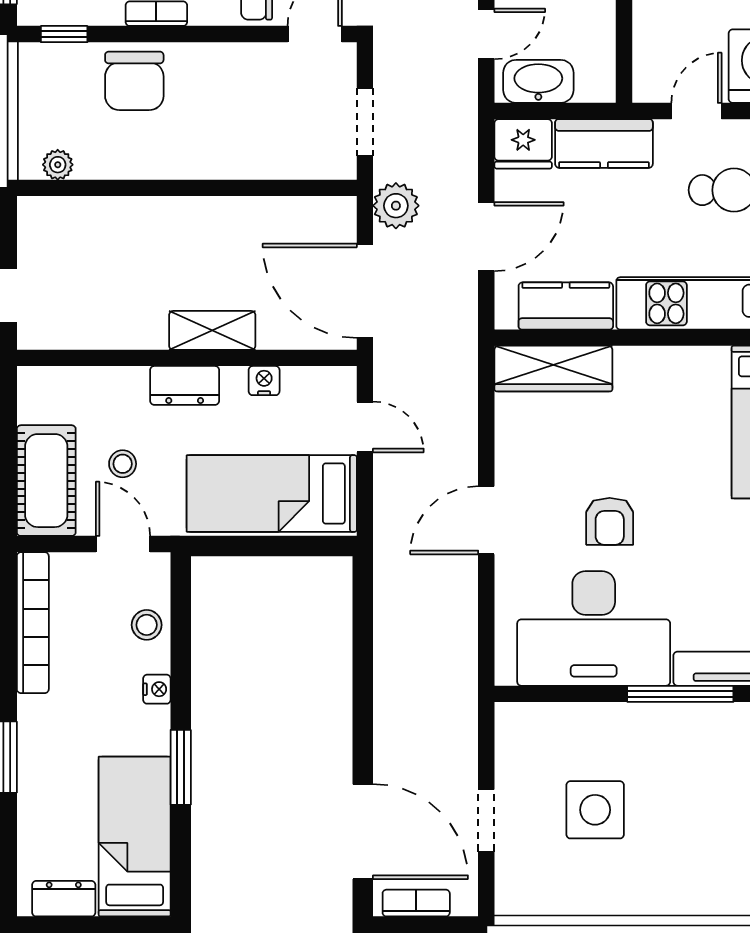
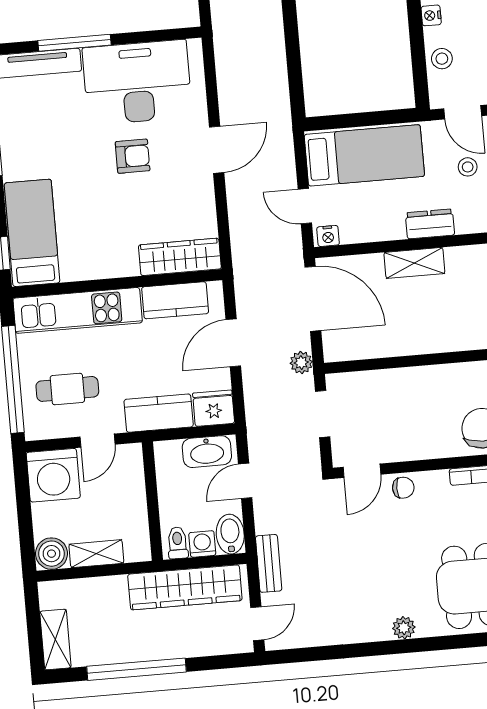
plant: (396, 206) -> (301, 363), width x0.73, depth x0.73
nightstand: (264, 381) -> (328, 236), moved
armchair: (610, 521) -> (133, 156), turned 90

